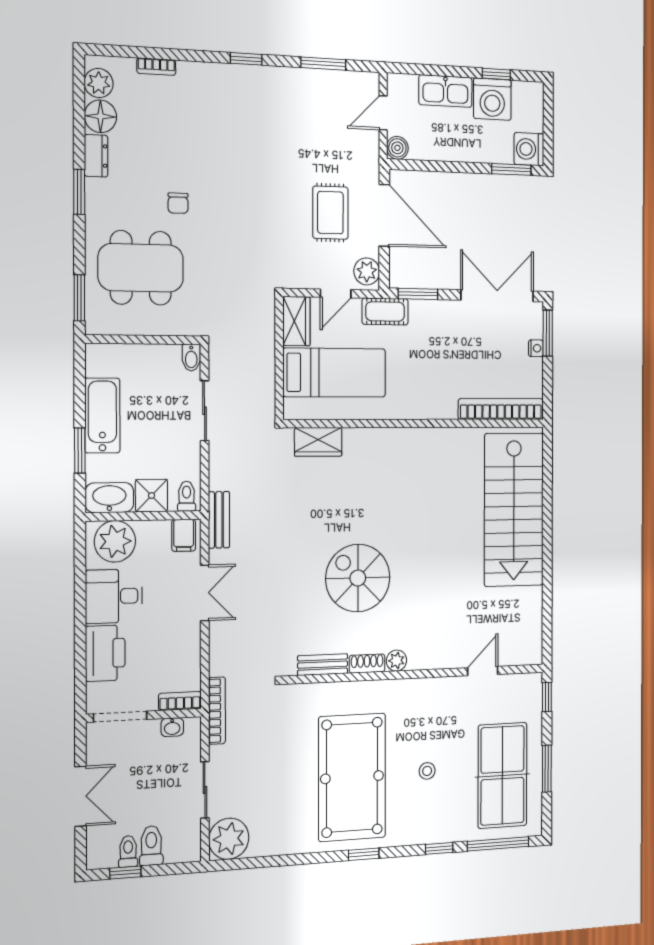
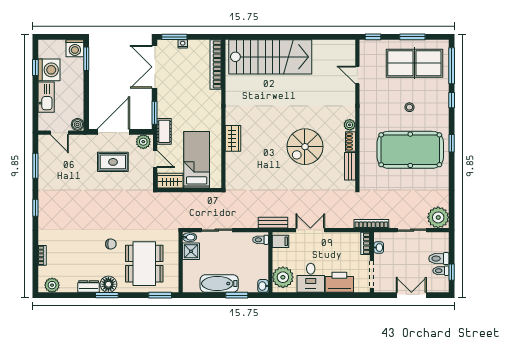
floor lamp: (100, 116) -> (108, 284), moved
wardrobe: (318, 442) -> (233, 138), moved
shower: (152, 496) -> (191, 251), moved
washbasin: (109, 498) -> (263, 286), width x0.52, depth x0.69

